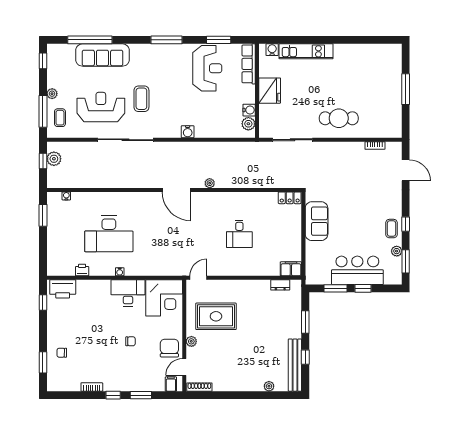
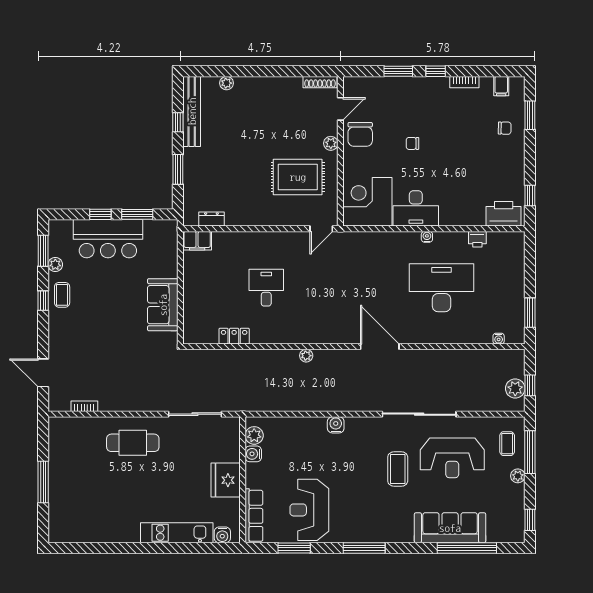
door: (176, 190) -> (380, 347), moved
locker: (290, 198) -> (234, 336), moved
filing cabinet: (171, 384) -> (501, 86), moved

